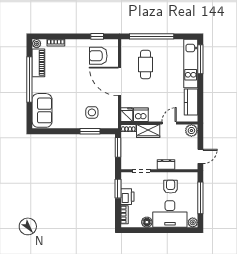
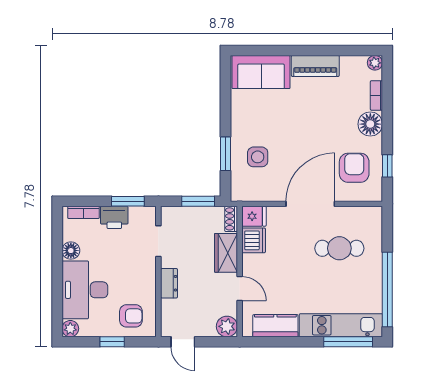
window: (152, 36) -> (387, 289), moved
floor lamp: (73, 46) -> (370, 124), added
piano: (38, 63) -> (315, 66), moved
window: (29, 79) -> (314, 50), removed
armchair: (171, 187) -> (131, 316), moved
window: (200, 198) -> (112, 342), width x0.46

